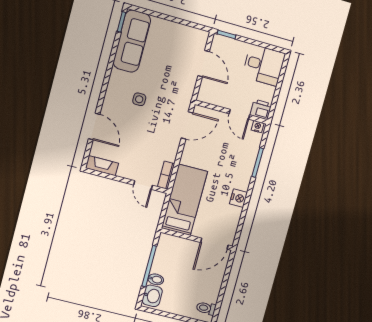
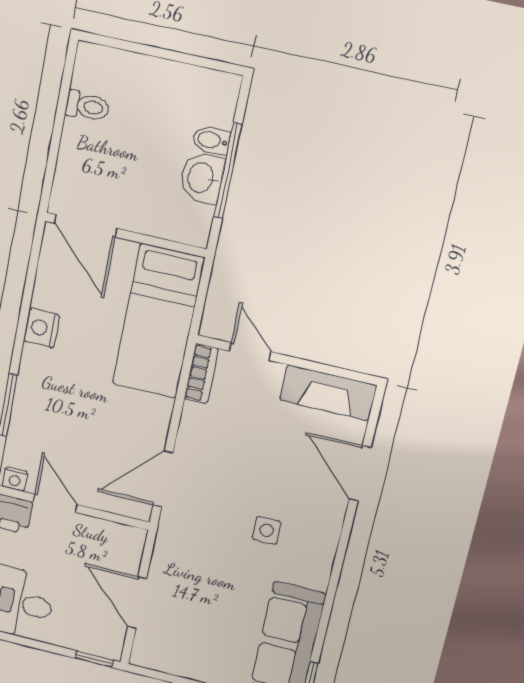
fireplace: (102, 166) -> (328, 393), width x1.37, depth x1.32
door: (214, 244) -> (86, 226), swing flipped
washbasin: (152, 296) -> (202, 178), moved
toilet: (206, 308) -> (87, 106), moved

